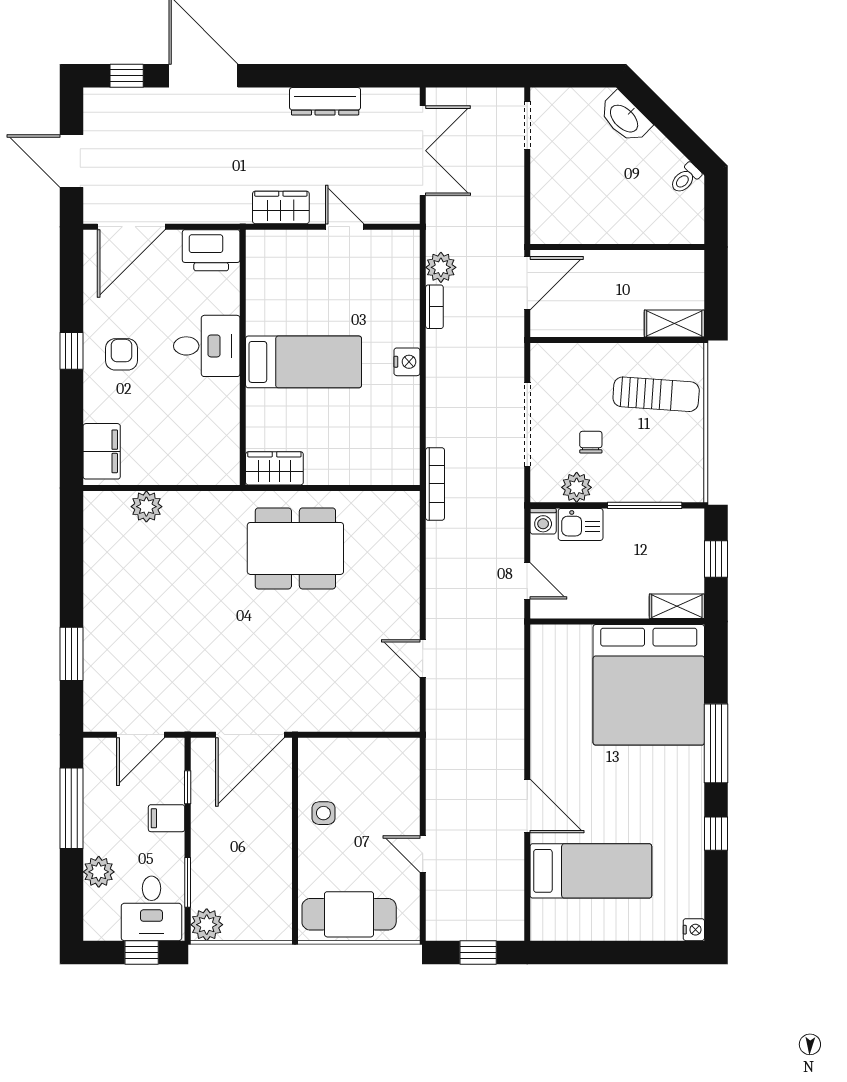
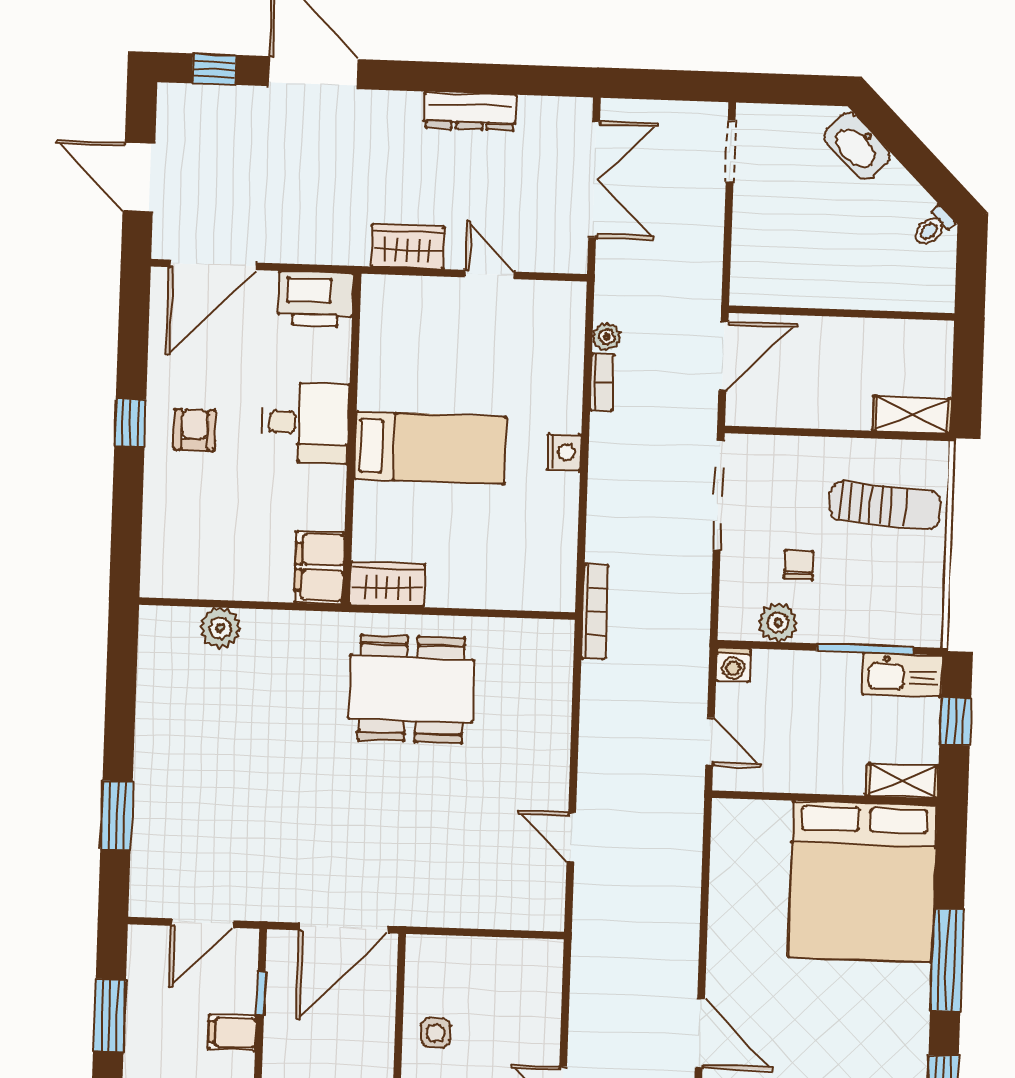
plant: (441, 267) -> (607, 337), width x0.73, depth x0.73
doorway: (527, 424) -> (719, 495), moved
filing cabinet: (102, 451) -> (319, 567), moved, turned 180
kitchen sink: (581, 524) -> (902, 675), moved, width x1.38
window: (71, 808) -> (110, 1015), width x0.69

